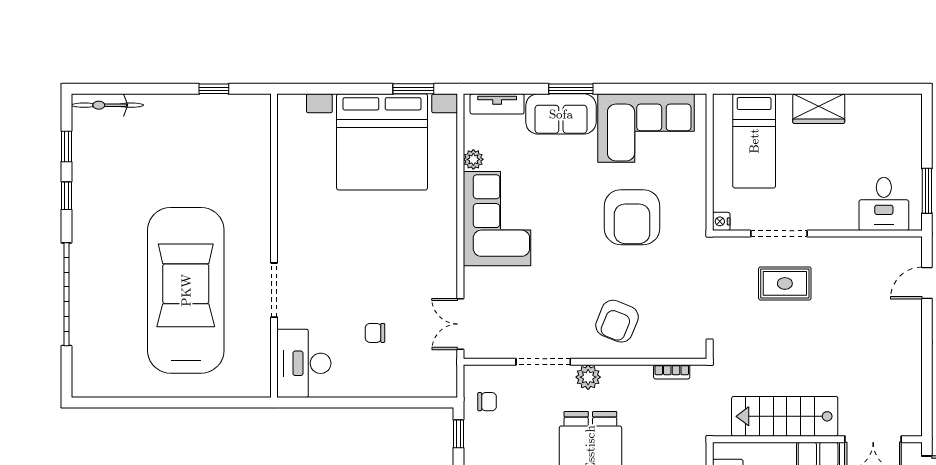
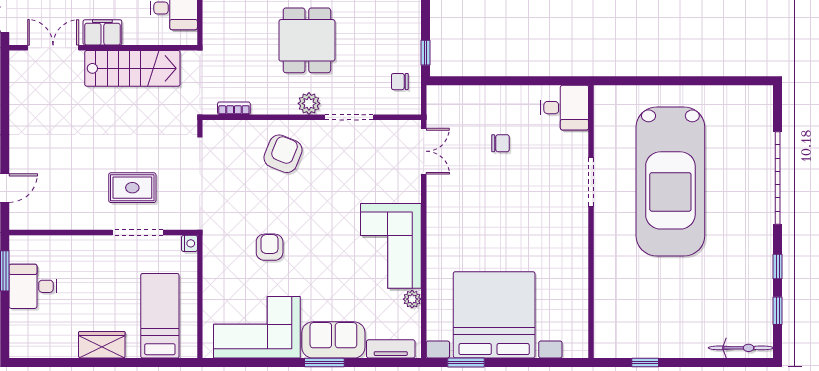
desk: (884, 204) -> (33, 286), moved, turned -90
armchair: (632, 217) -> (270, 247), width x0.53, depth x0.53
desk: (304, 363) -> (564, 108), width x0.73

